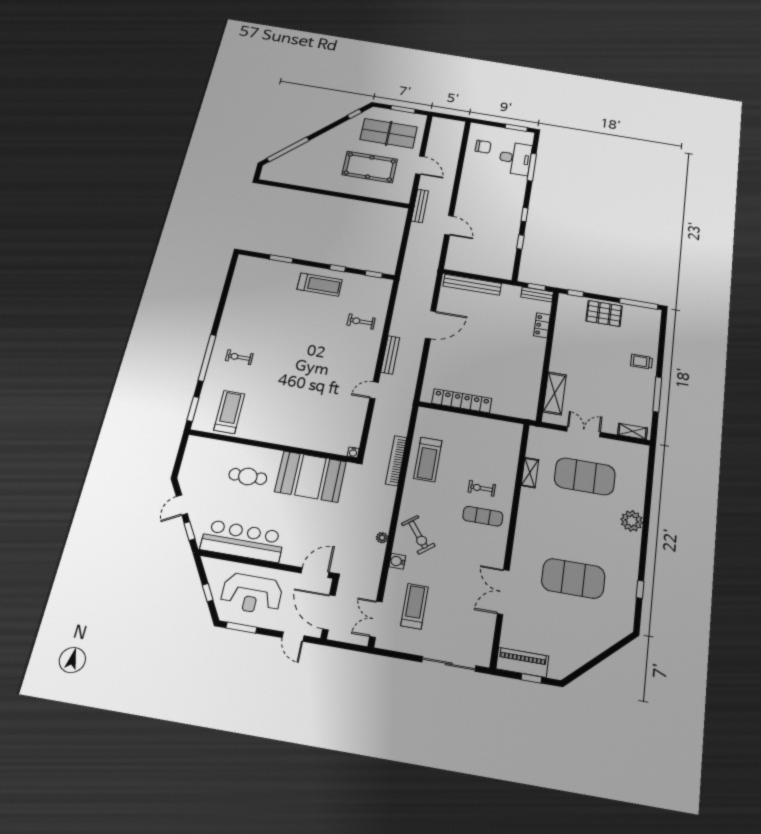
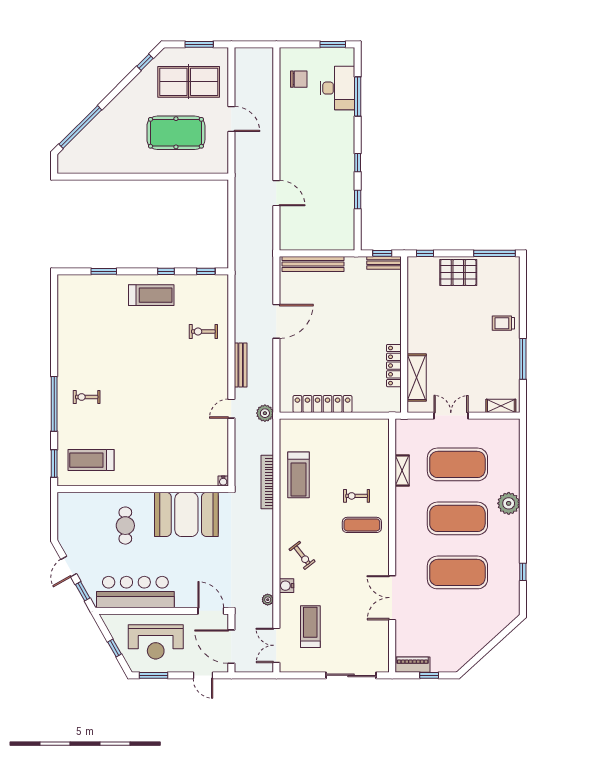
bench: (420, 206) -> (241, 174), removed
locker: (542, 325) -> (394, 366), moved, width x1.53
plant: (405, 399) -> (265, 413), added
treadmill: (229, 412) -> (91, 460), turned -90
cafe table: (248, 476) -> (125, 526), turned 90
exercise mat: (579, 526) -> (457, 518), added
exercise bike: (418, 535) -> (302, 555), width x0.73, depth x0.72
plant: (382, 538) -> (268, 600), moved
door: (315, 573) -> (211, 611), hinge flipped
piano: (522, 662) -> (413, 665), width x0.73, depth x0.75

